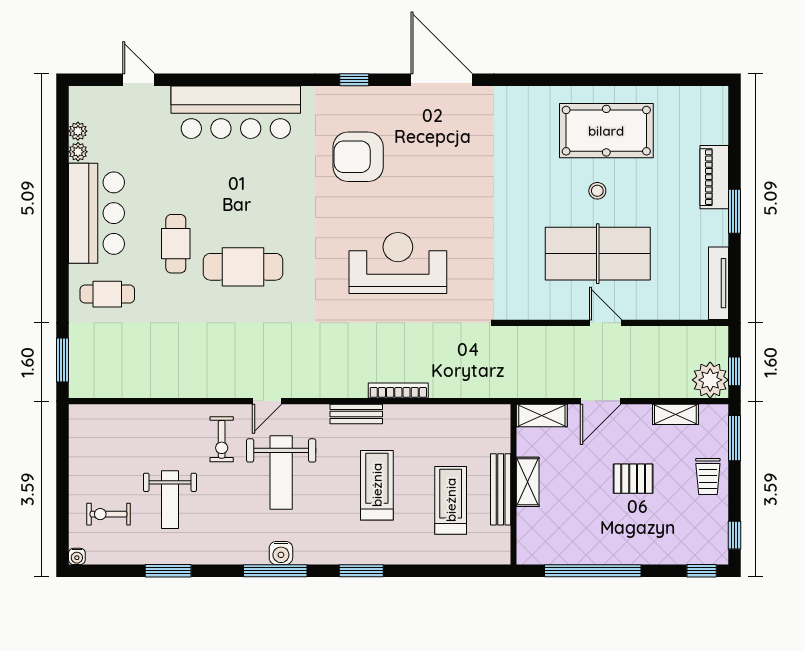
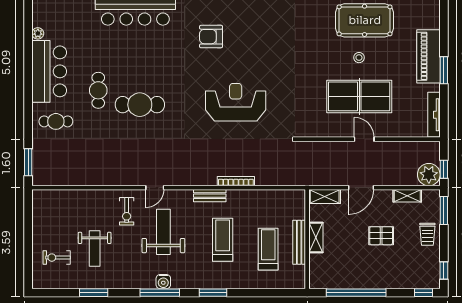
plant: (78, 131) -> (38, 21), removed
armchair: (358, 157) -> (211, 37), width x0.73, depth x0.73
piano: (714, 177) -> (428, 56), width x1.37, depth x1.33
weight bench: (281, 473) -> (163, 232), turned 180
water cooler: (77, 556) -> (37, 284), removed

